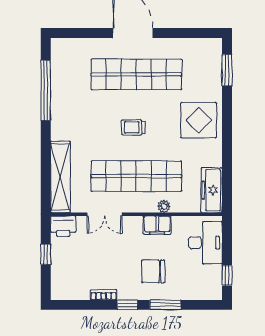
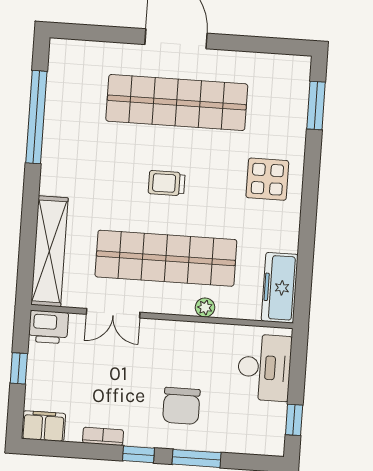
display table: (199, 120) -> (267, 179), width x0.73, depth x0.73
filing cabinet: (157, 225) -> (44, 426), moved, turned 180
chair: (153, 271) -> (181, 406), turned -90

